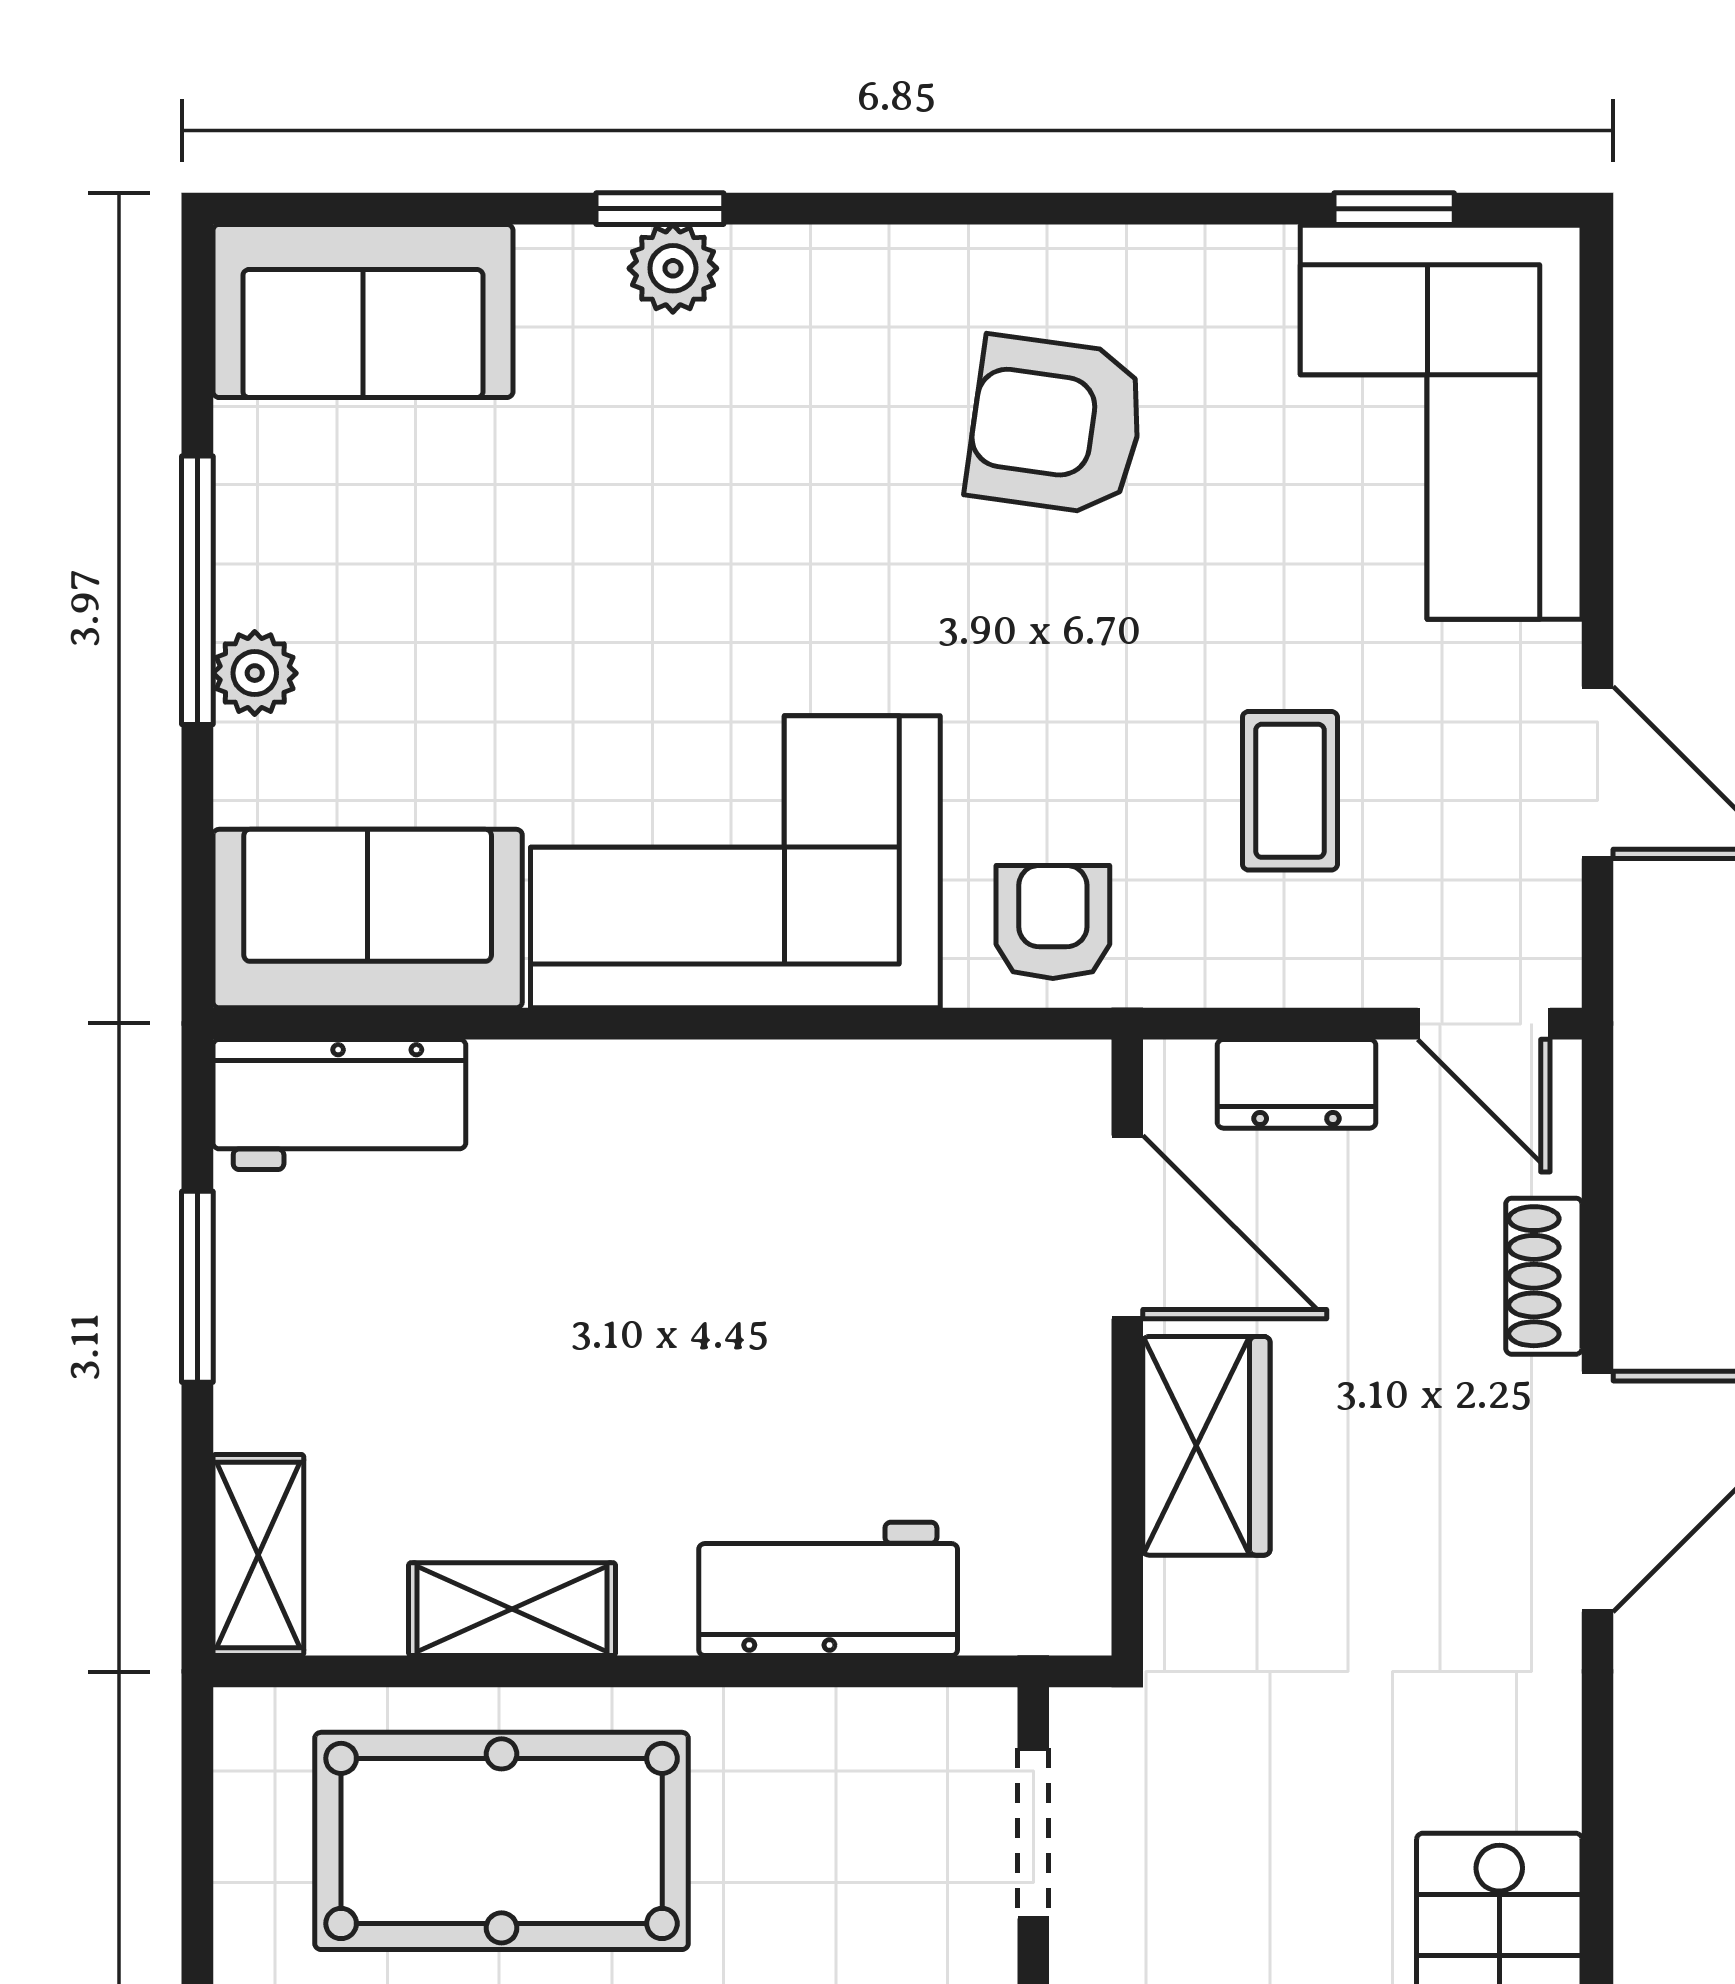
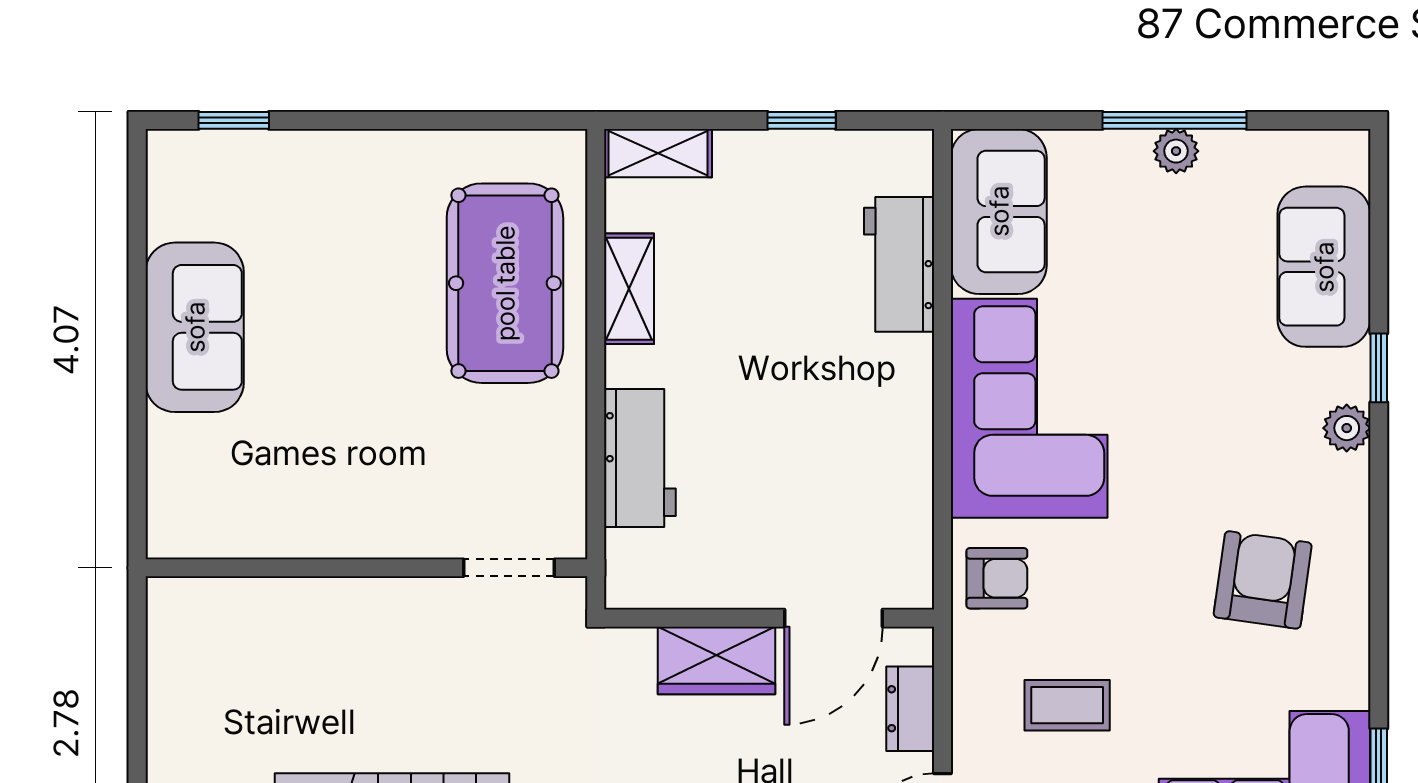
plant: (673, 268) -> (1347, 428), moved
sofa: (363, 311) -> (1324, 267), moved
plant: (255, 673) -> (1176, 151), moved
workbench: (339, 1104) -> (899, 264), moved
window: (197, 1287) -> (802, 120), width x0.67

